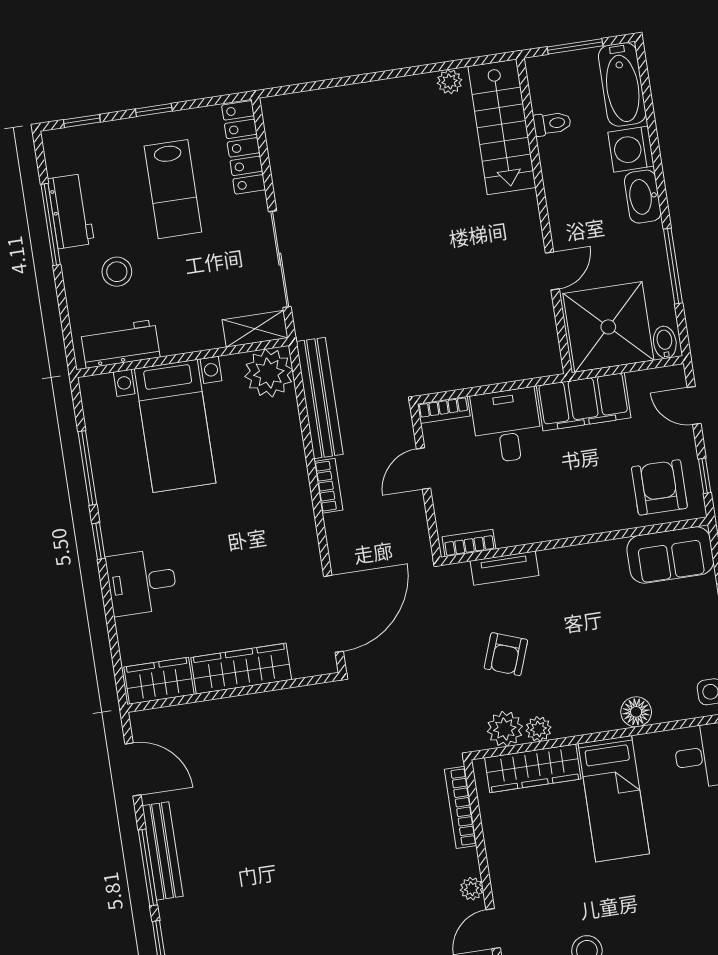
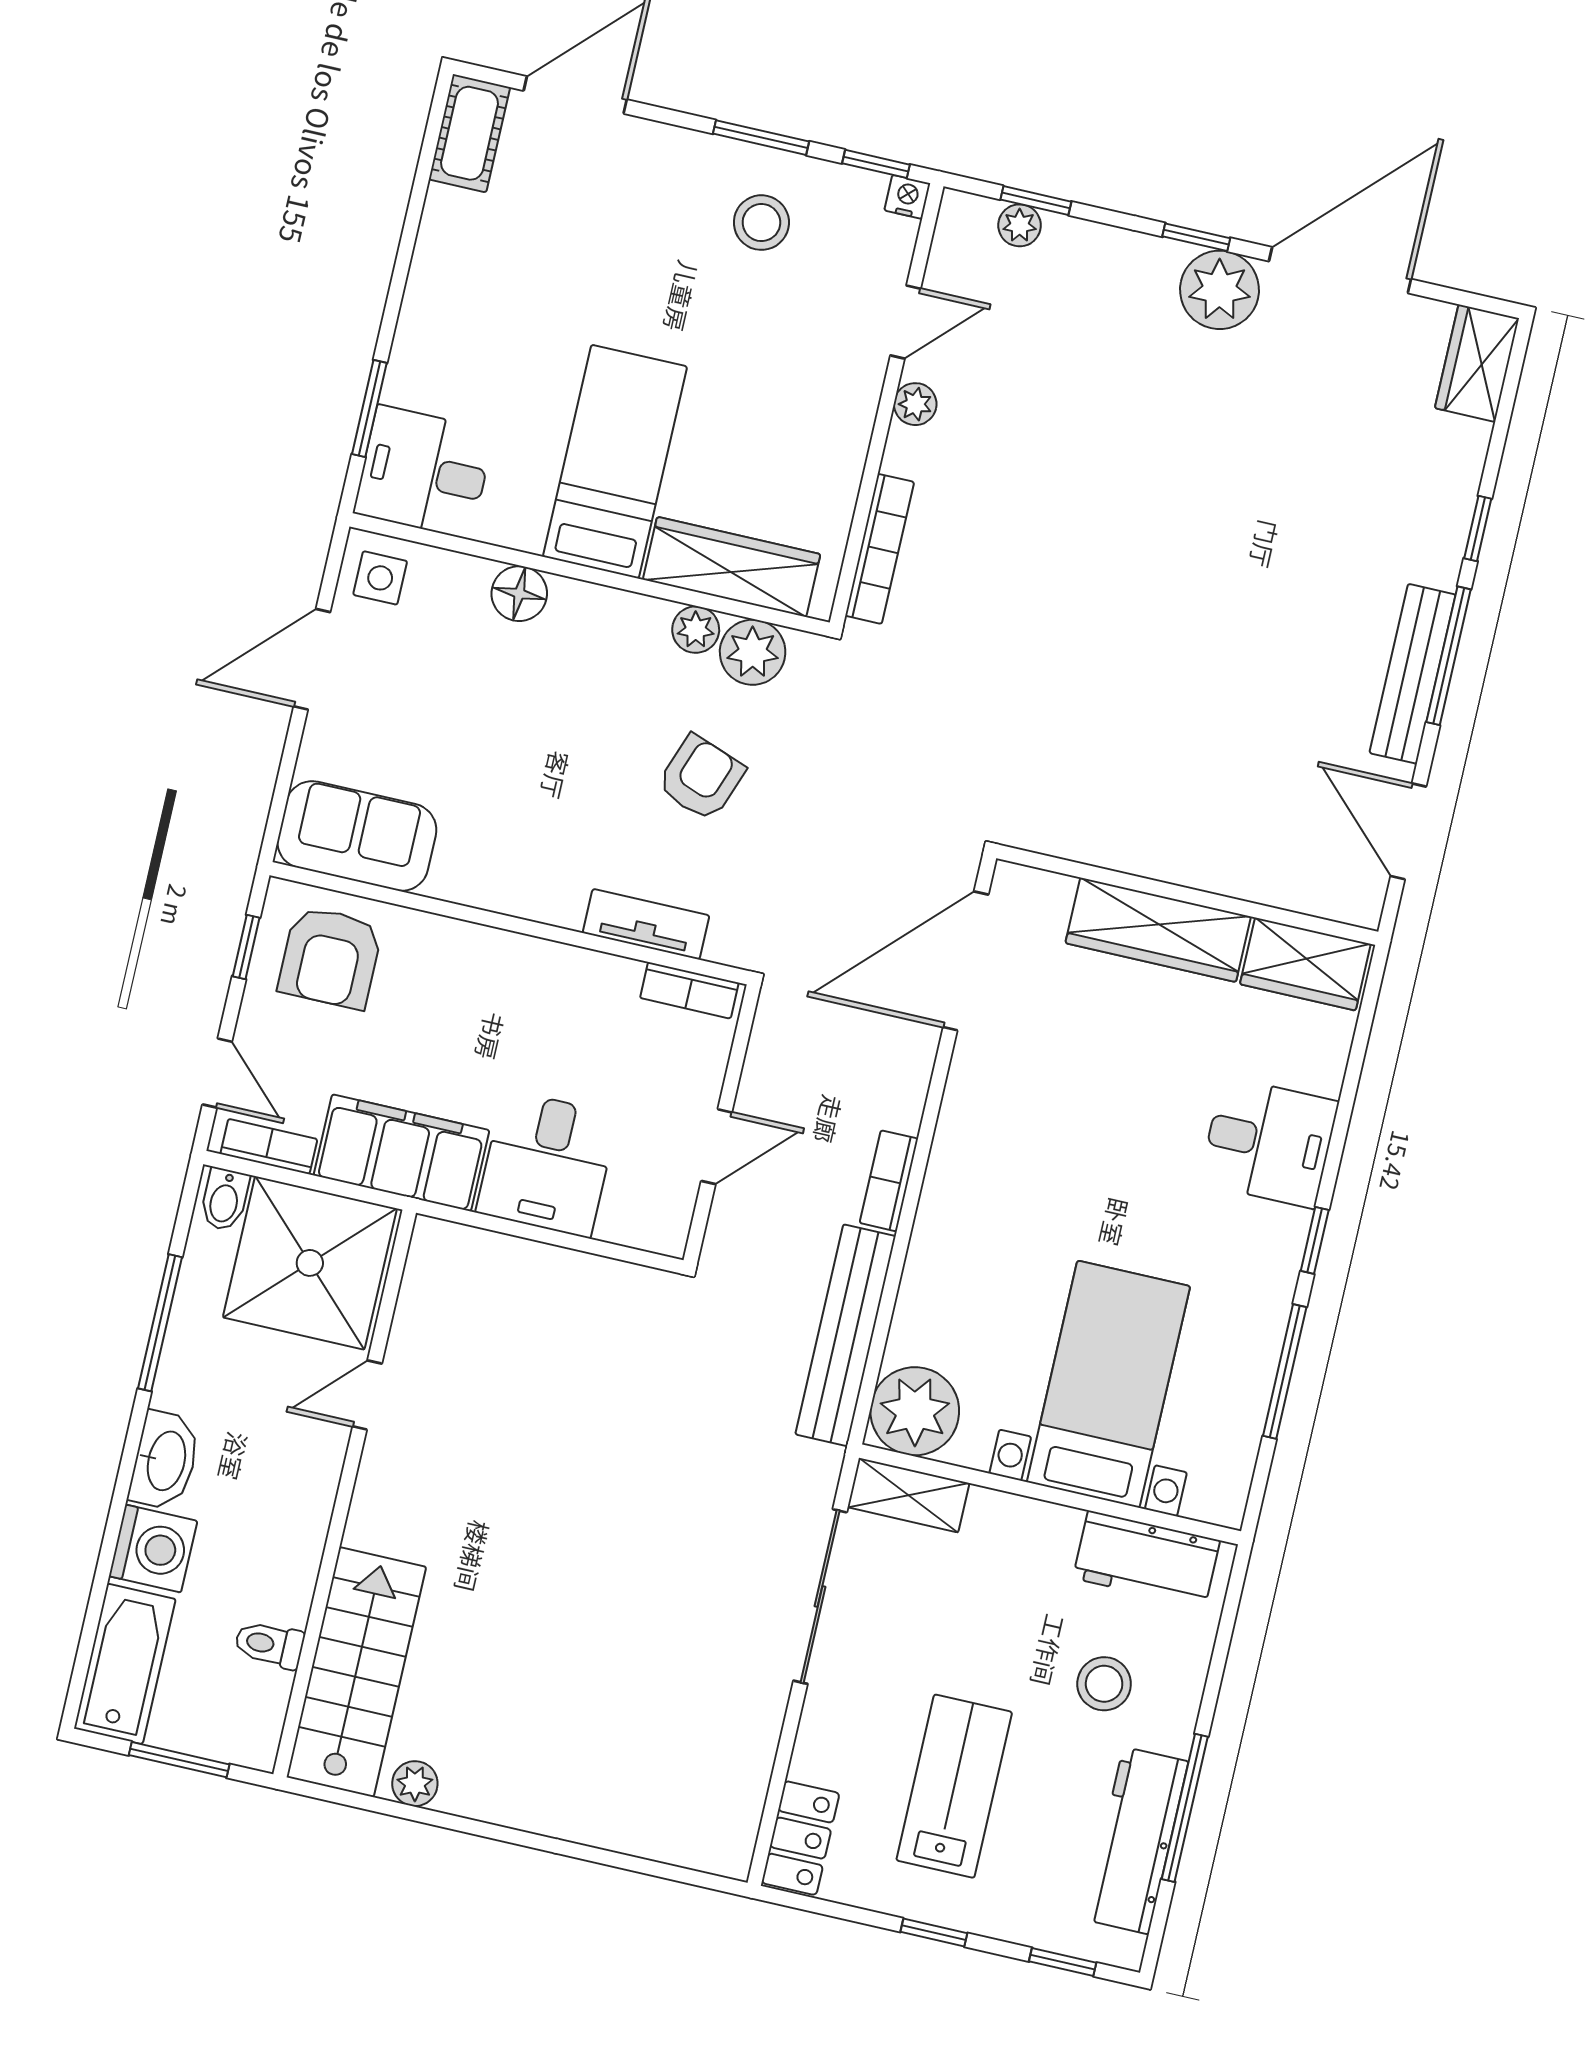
locker: (244, 147) -> (800, 1838), width x0.66
workbench: (71, 211) -> (1136, 1840), width x1.38
bookcase: (444, 410) -> (269, 1147), moved

